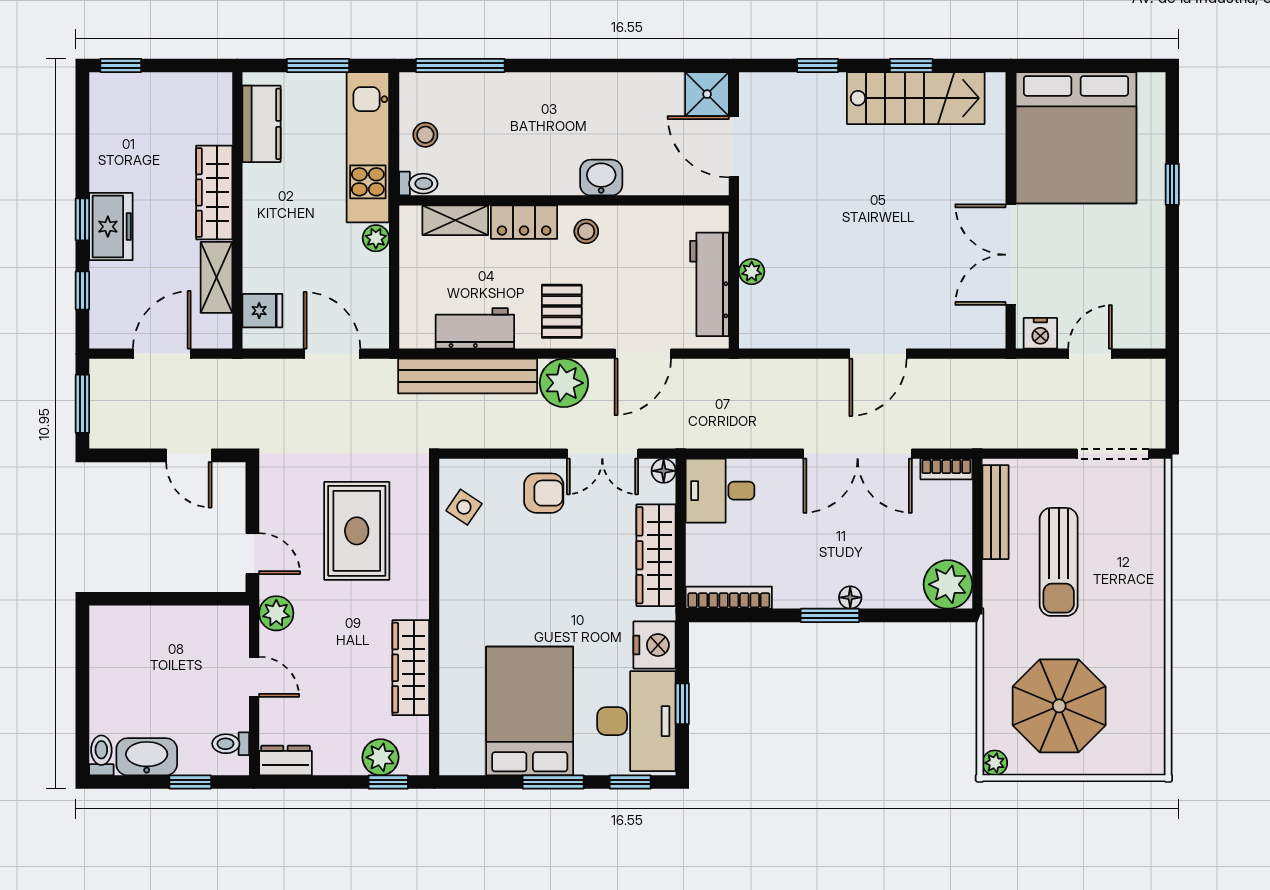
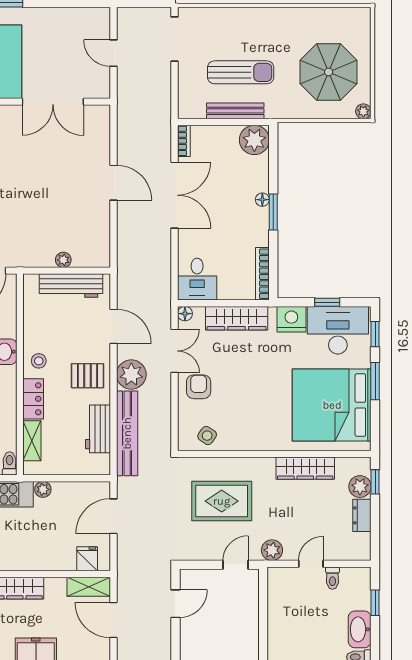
shelving: (216, 277) -> (89, 587), moved
nightstand: (1040, 333) -> (101, 84), removed
bench: (995, 512) -> (235, 111), moved
bed: (530, 711) -> (332, 405), width x1.36
toilet: (231, 744) -> (332, 578), moved
dresser: (286, 760) -> (362, 515), moved

